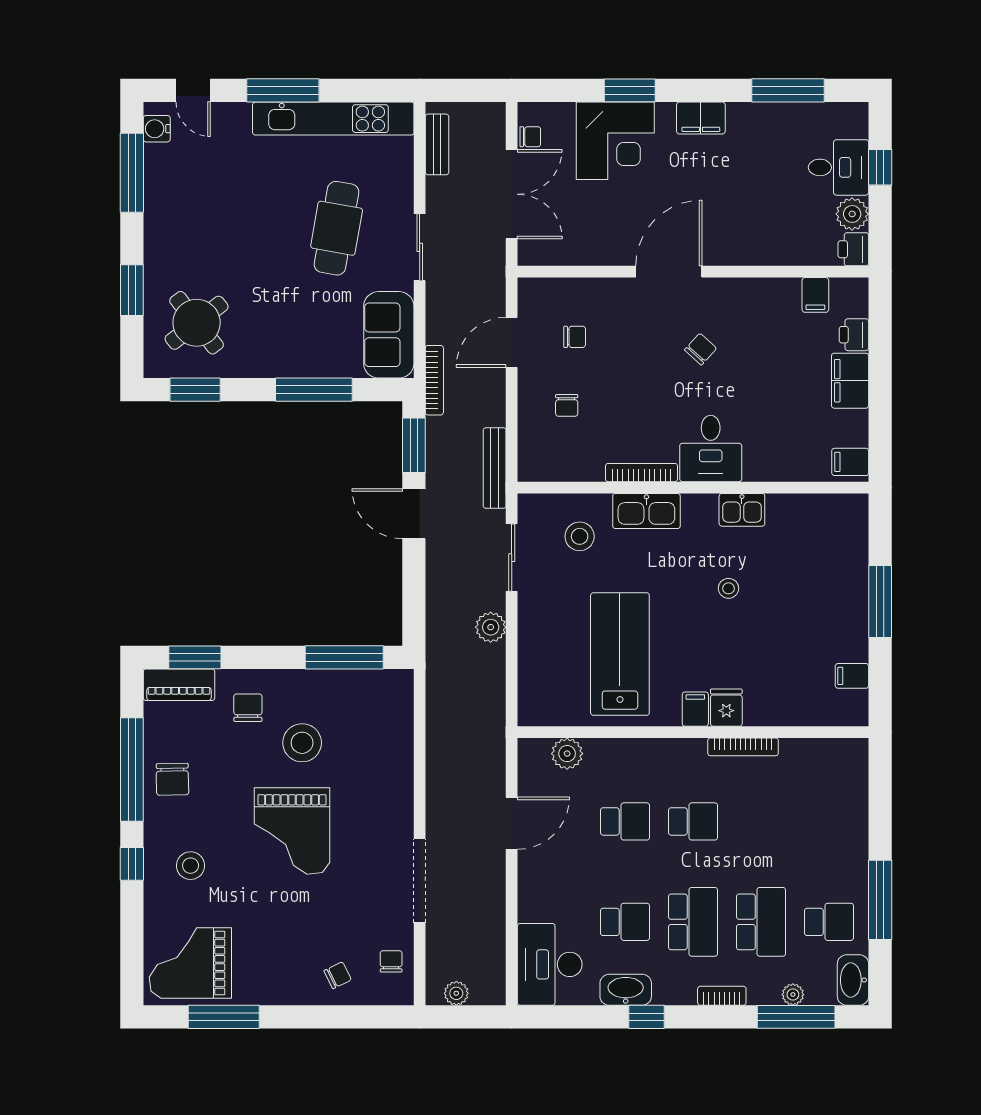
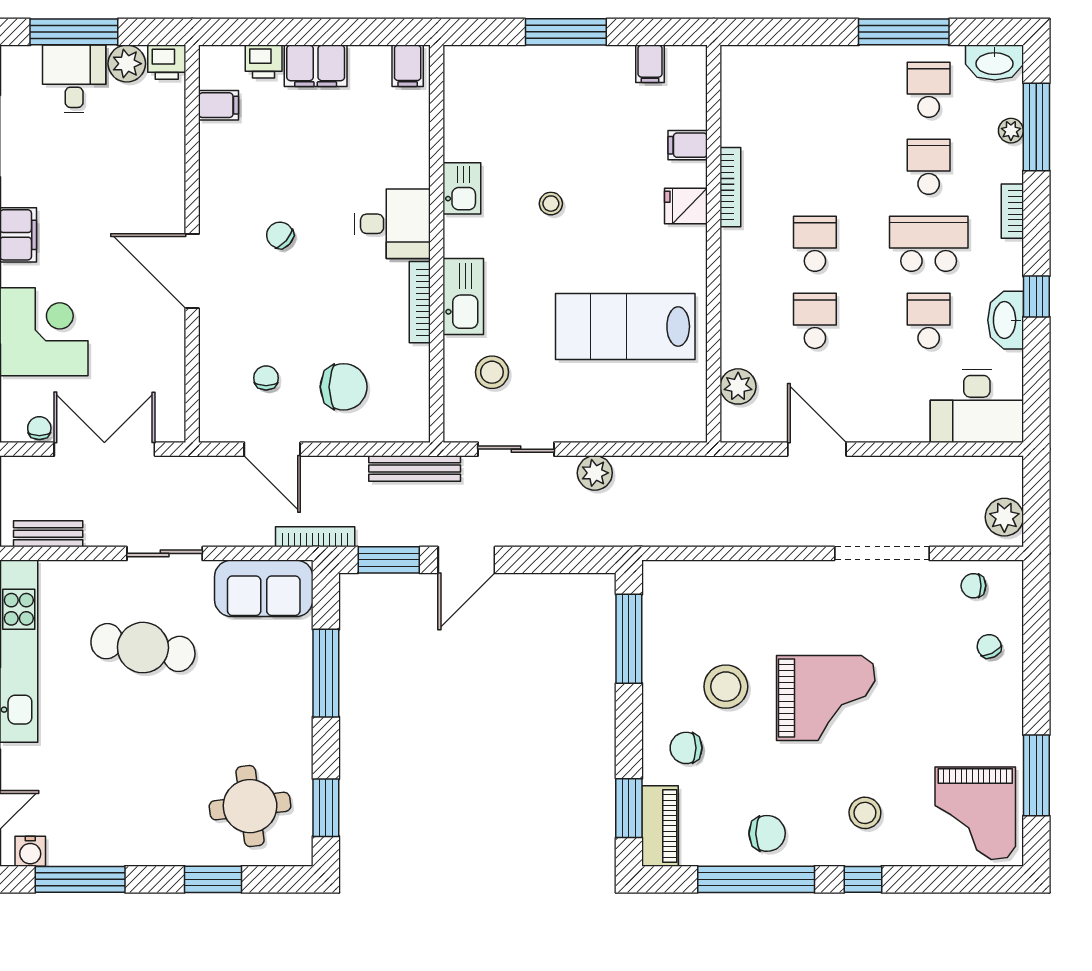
window: (880, 167) -> (74, 32), width x2.17
round table: (197, 323) -> (250, 806), turned 31
chair: (567, 405) -> (344, 387), width x1.87, depth x1.87
filing cabinet: (695, 709) -> (688, 145), moved
school desk: (761, 922) -> (929, 167), width x0.54
plant: (456, 993) -> (1004, 517), width x1.38, depth x1.38

